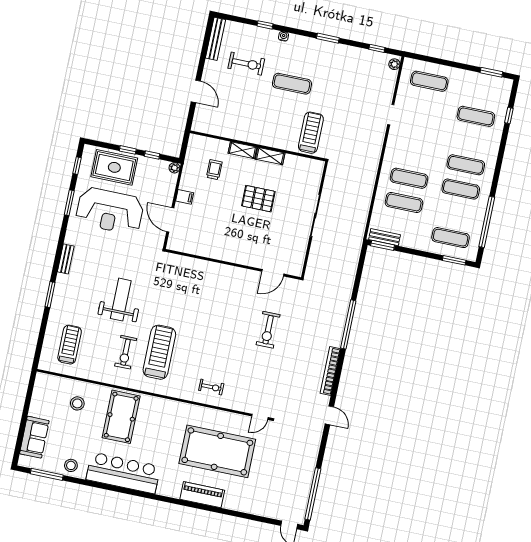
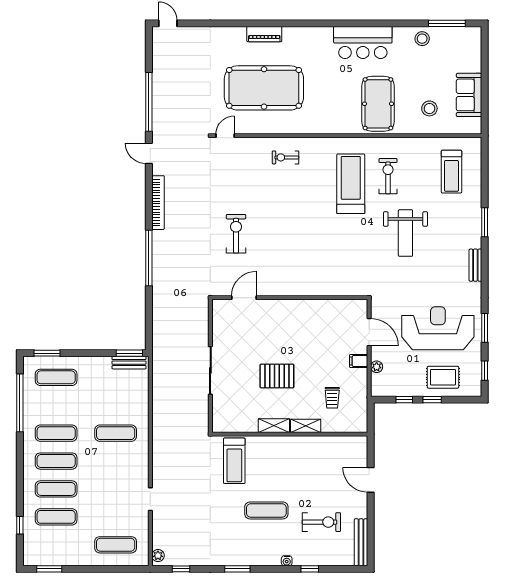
exercise bike: (246, 64) -> (321, 522), turned 180
rug: (114, 167) -> (443, 377), width x0.73, depth x0.70
plant: (174, 168) -> (377, 367), moved
exercise mat: (404, 203) -> (56, 489), moved
treadmill: (159, 352) -> (351, 184), turned 180
sofa: (34, 437) -> (469, 95), moved
bar counter: (123, 473) -> (363, 42), width x0.73
window: (313, 494) -> (149, 102), moved
piano: (202, 495) -> (264, 34), width x0.73, depth x0.75

